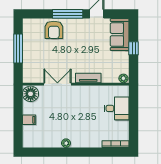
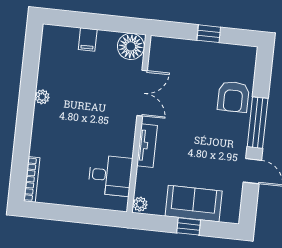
armchair: (54, 30) -> (233, 97), turned -90
sofa: (120, 35) -> (194, 204), moved
window: (18, 48) -> (209, 34), width x0.46
desk: (117, 108) -> (110, 175), moved, turned -90

